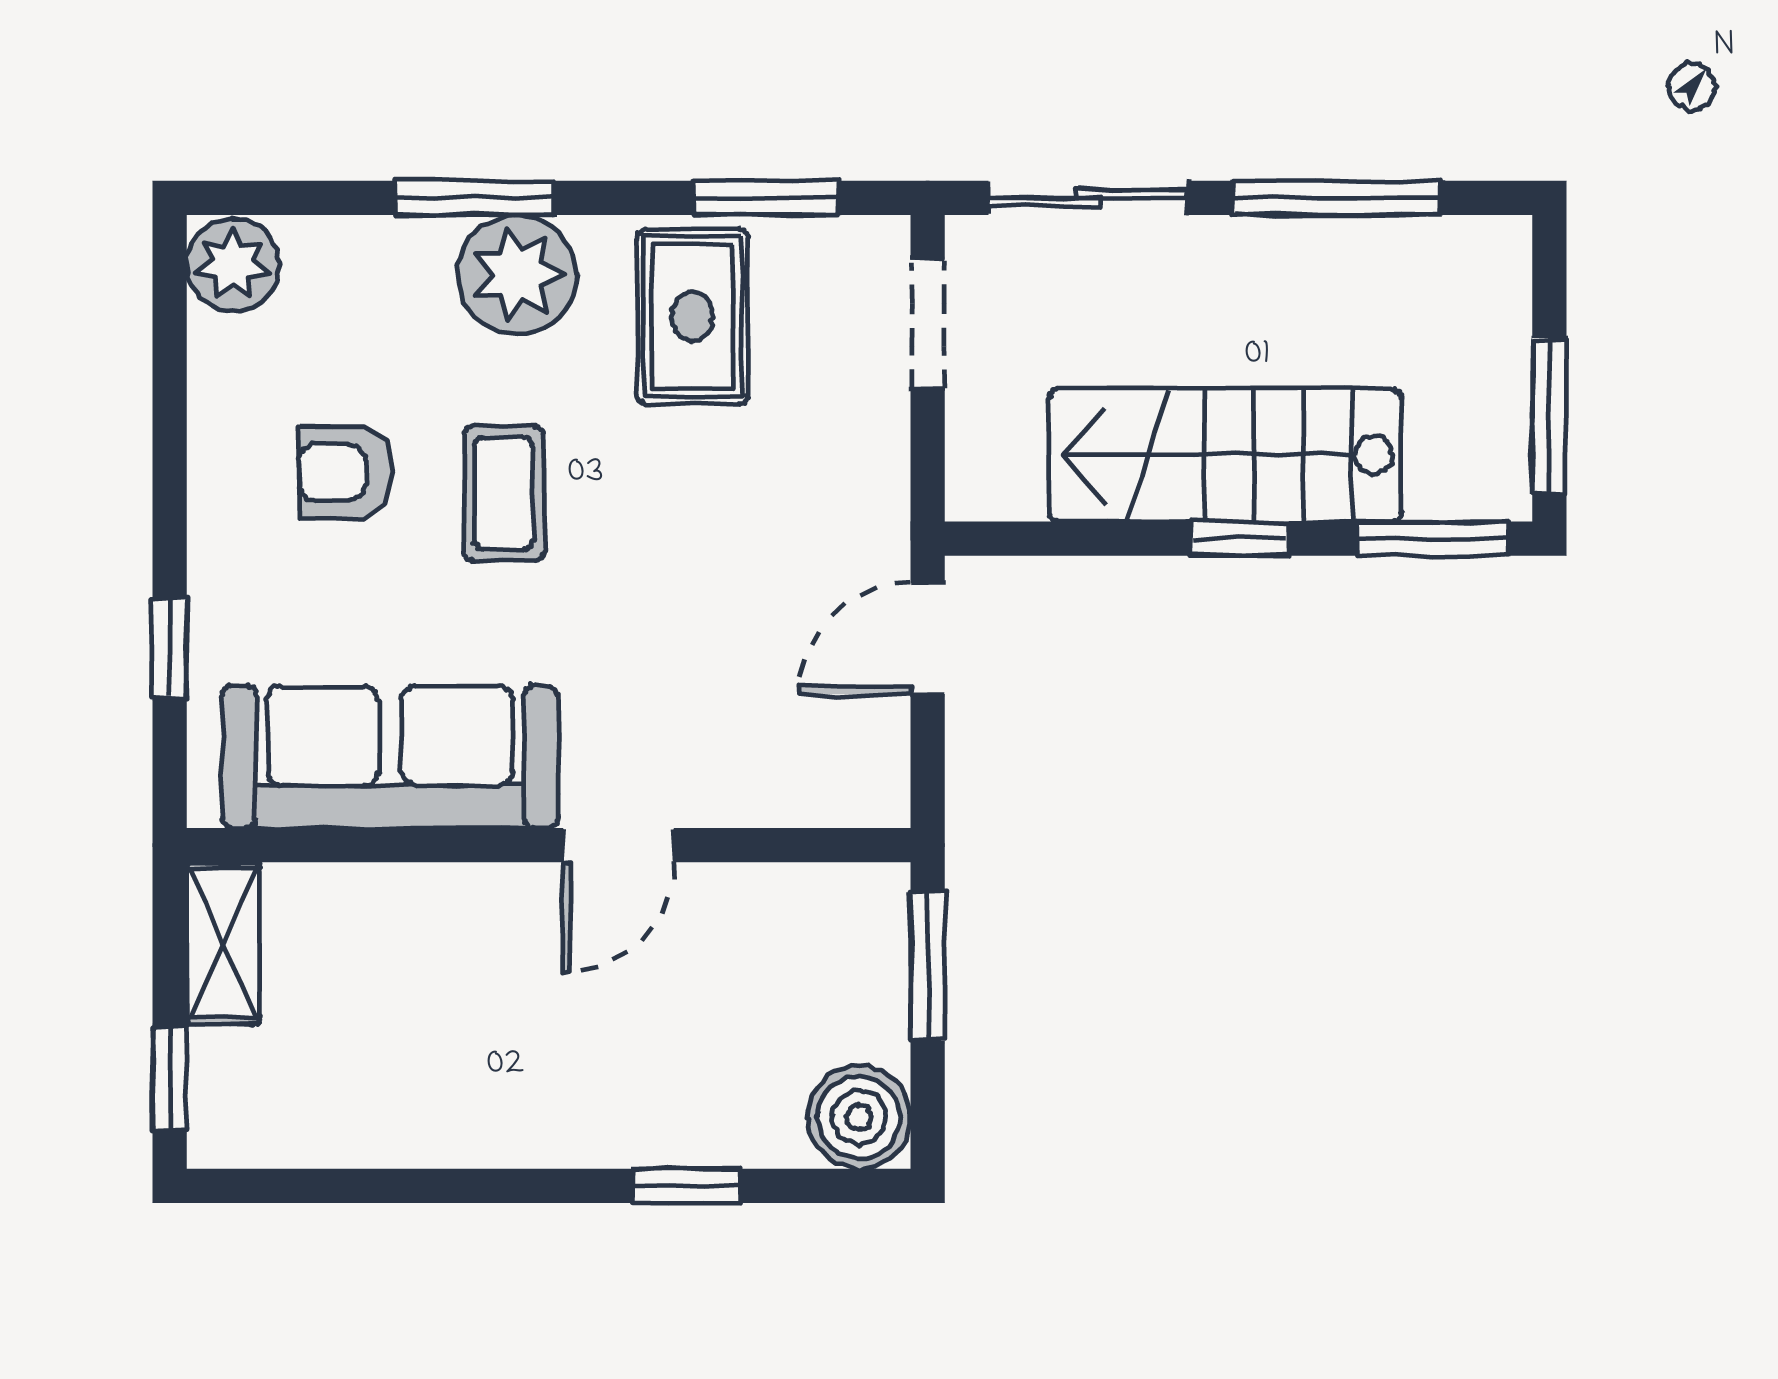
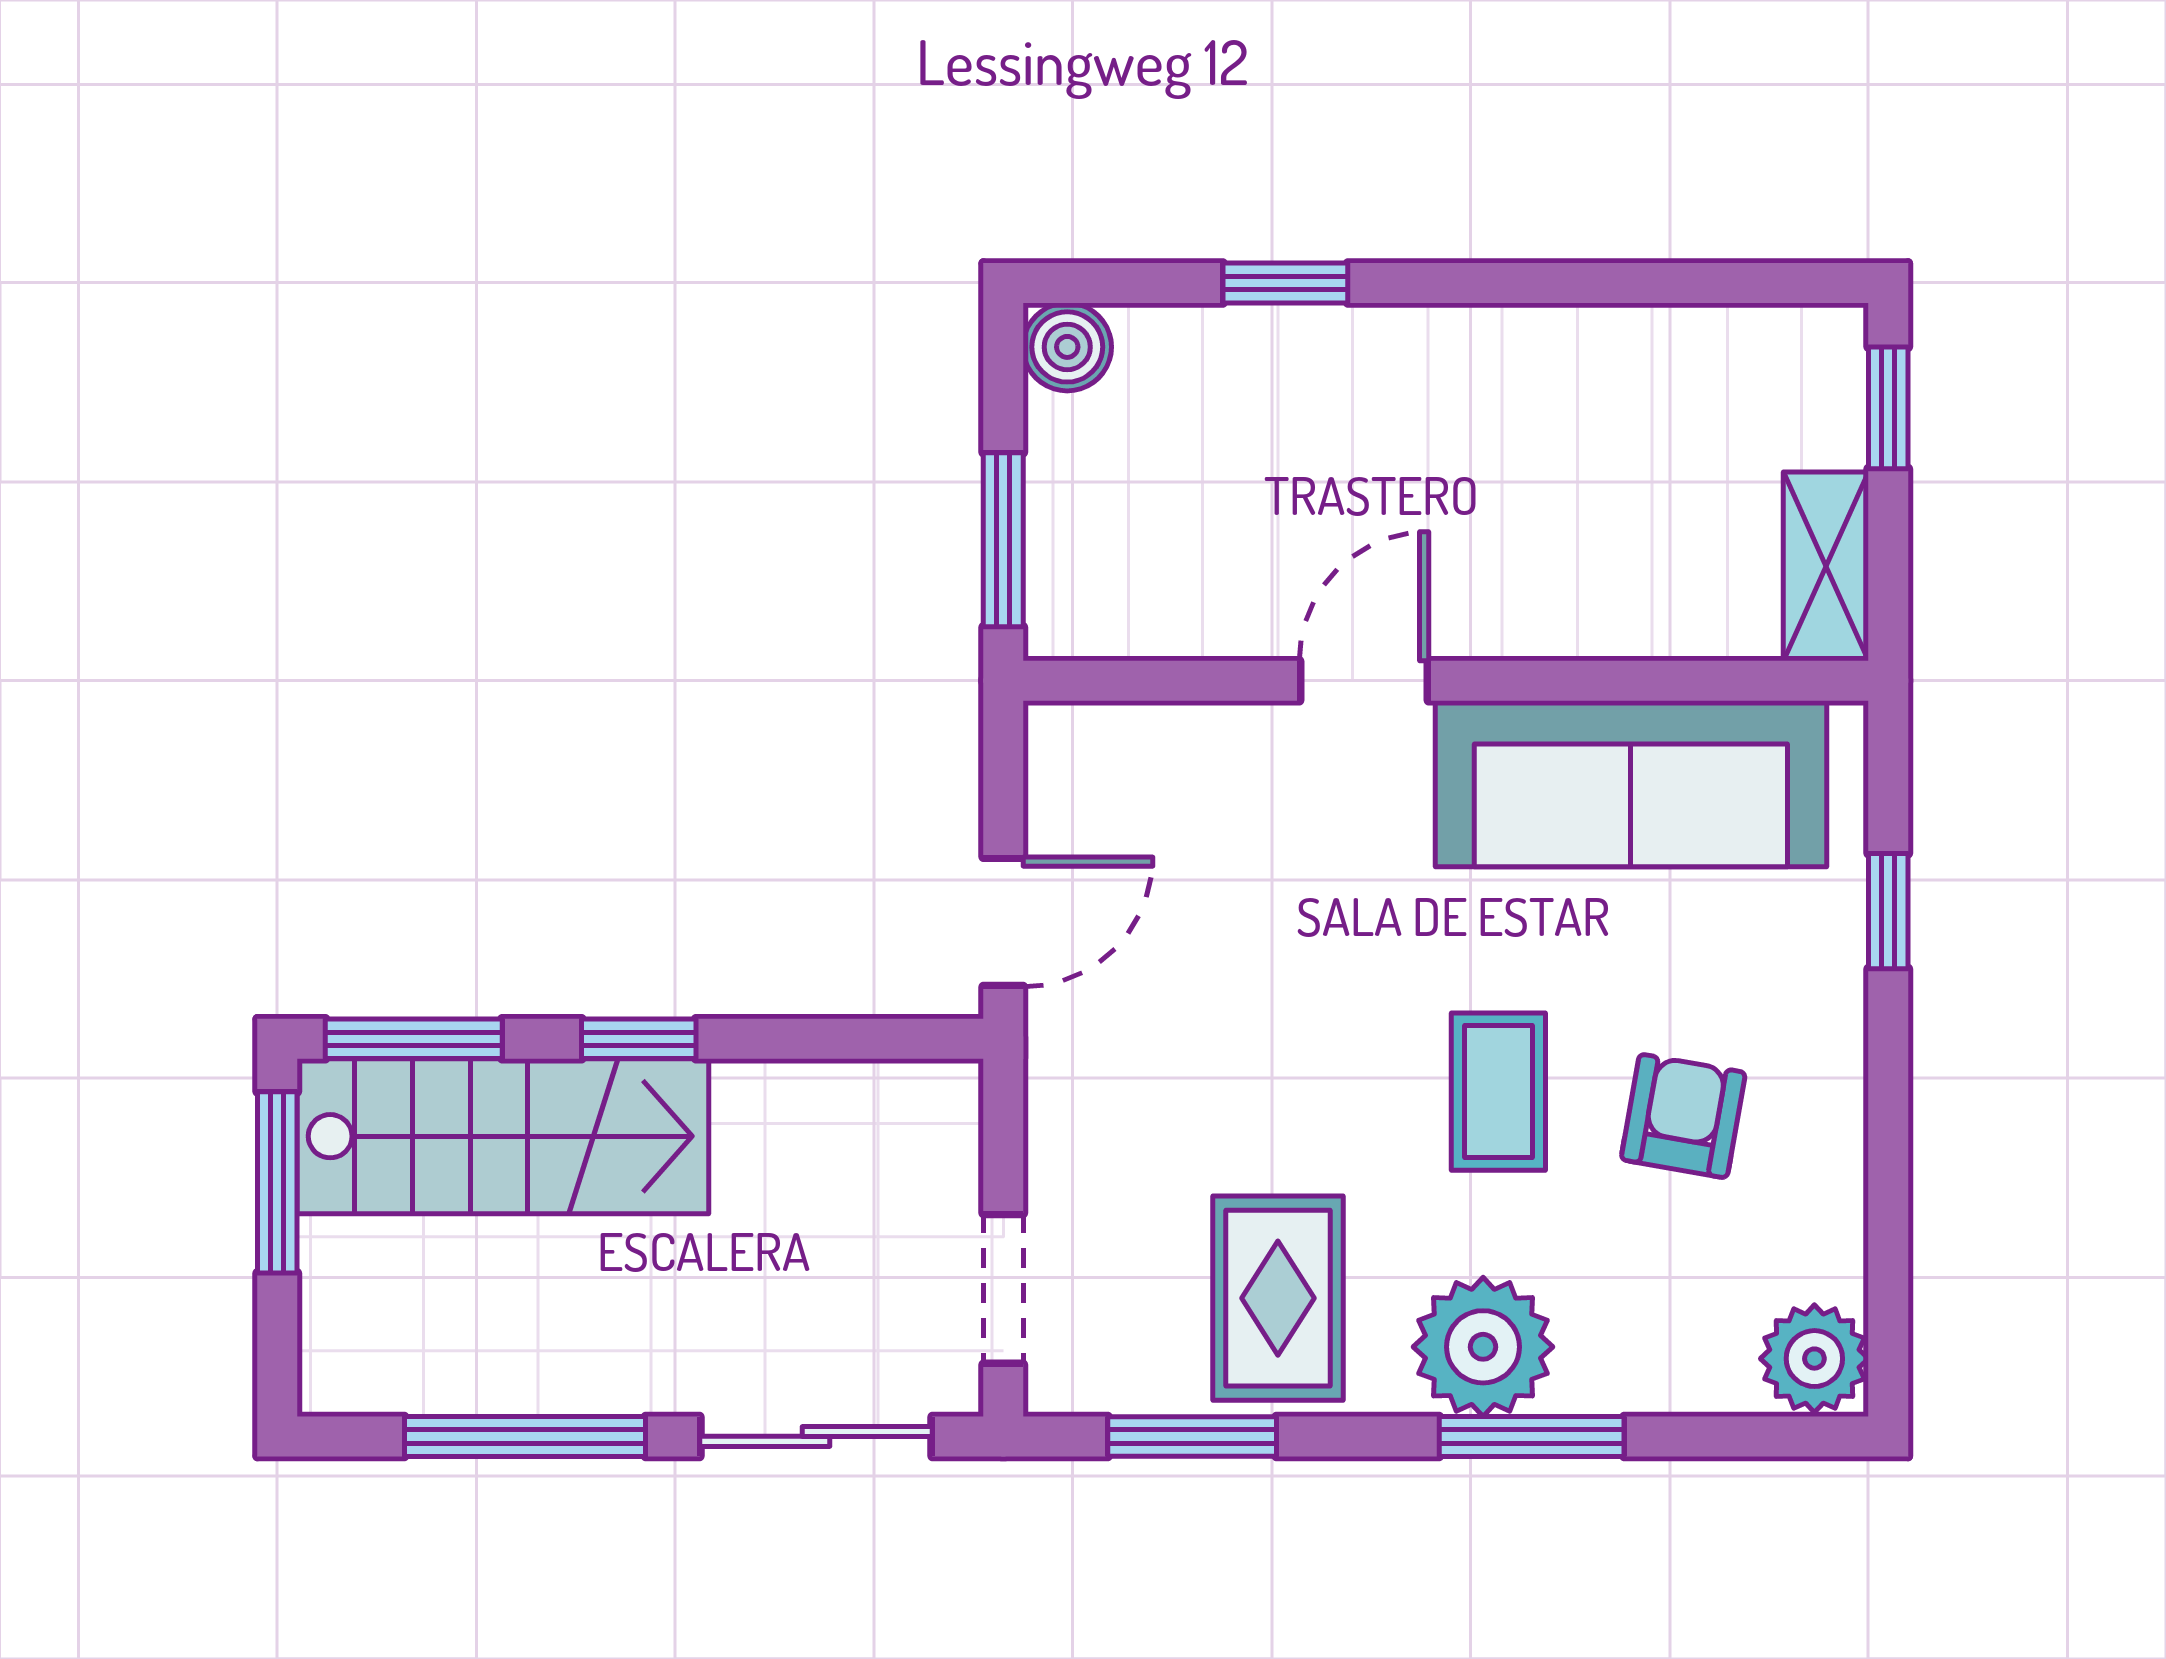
stairs: (1225, 455) -> (503, 1136), moved
armchair: (345, 472) -> (1683, 1116), turned -80
boiler: (859, 1117) -> (1067, 347), width x0.73, depth x0.73

